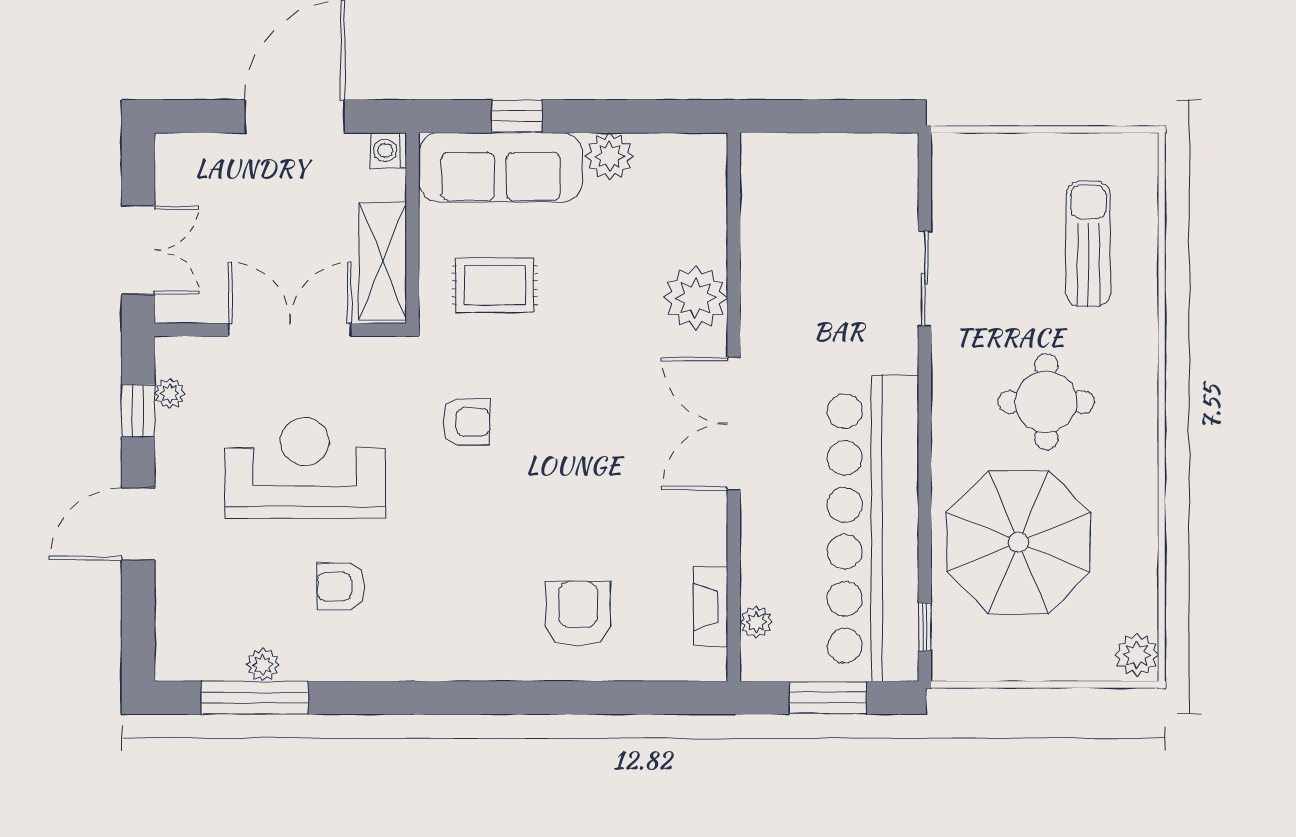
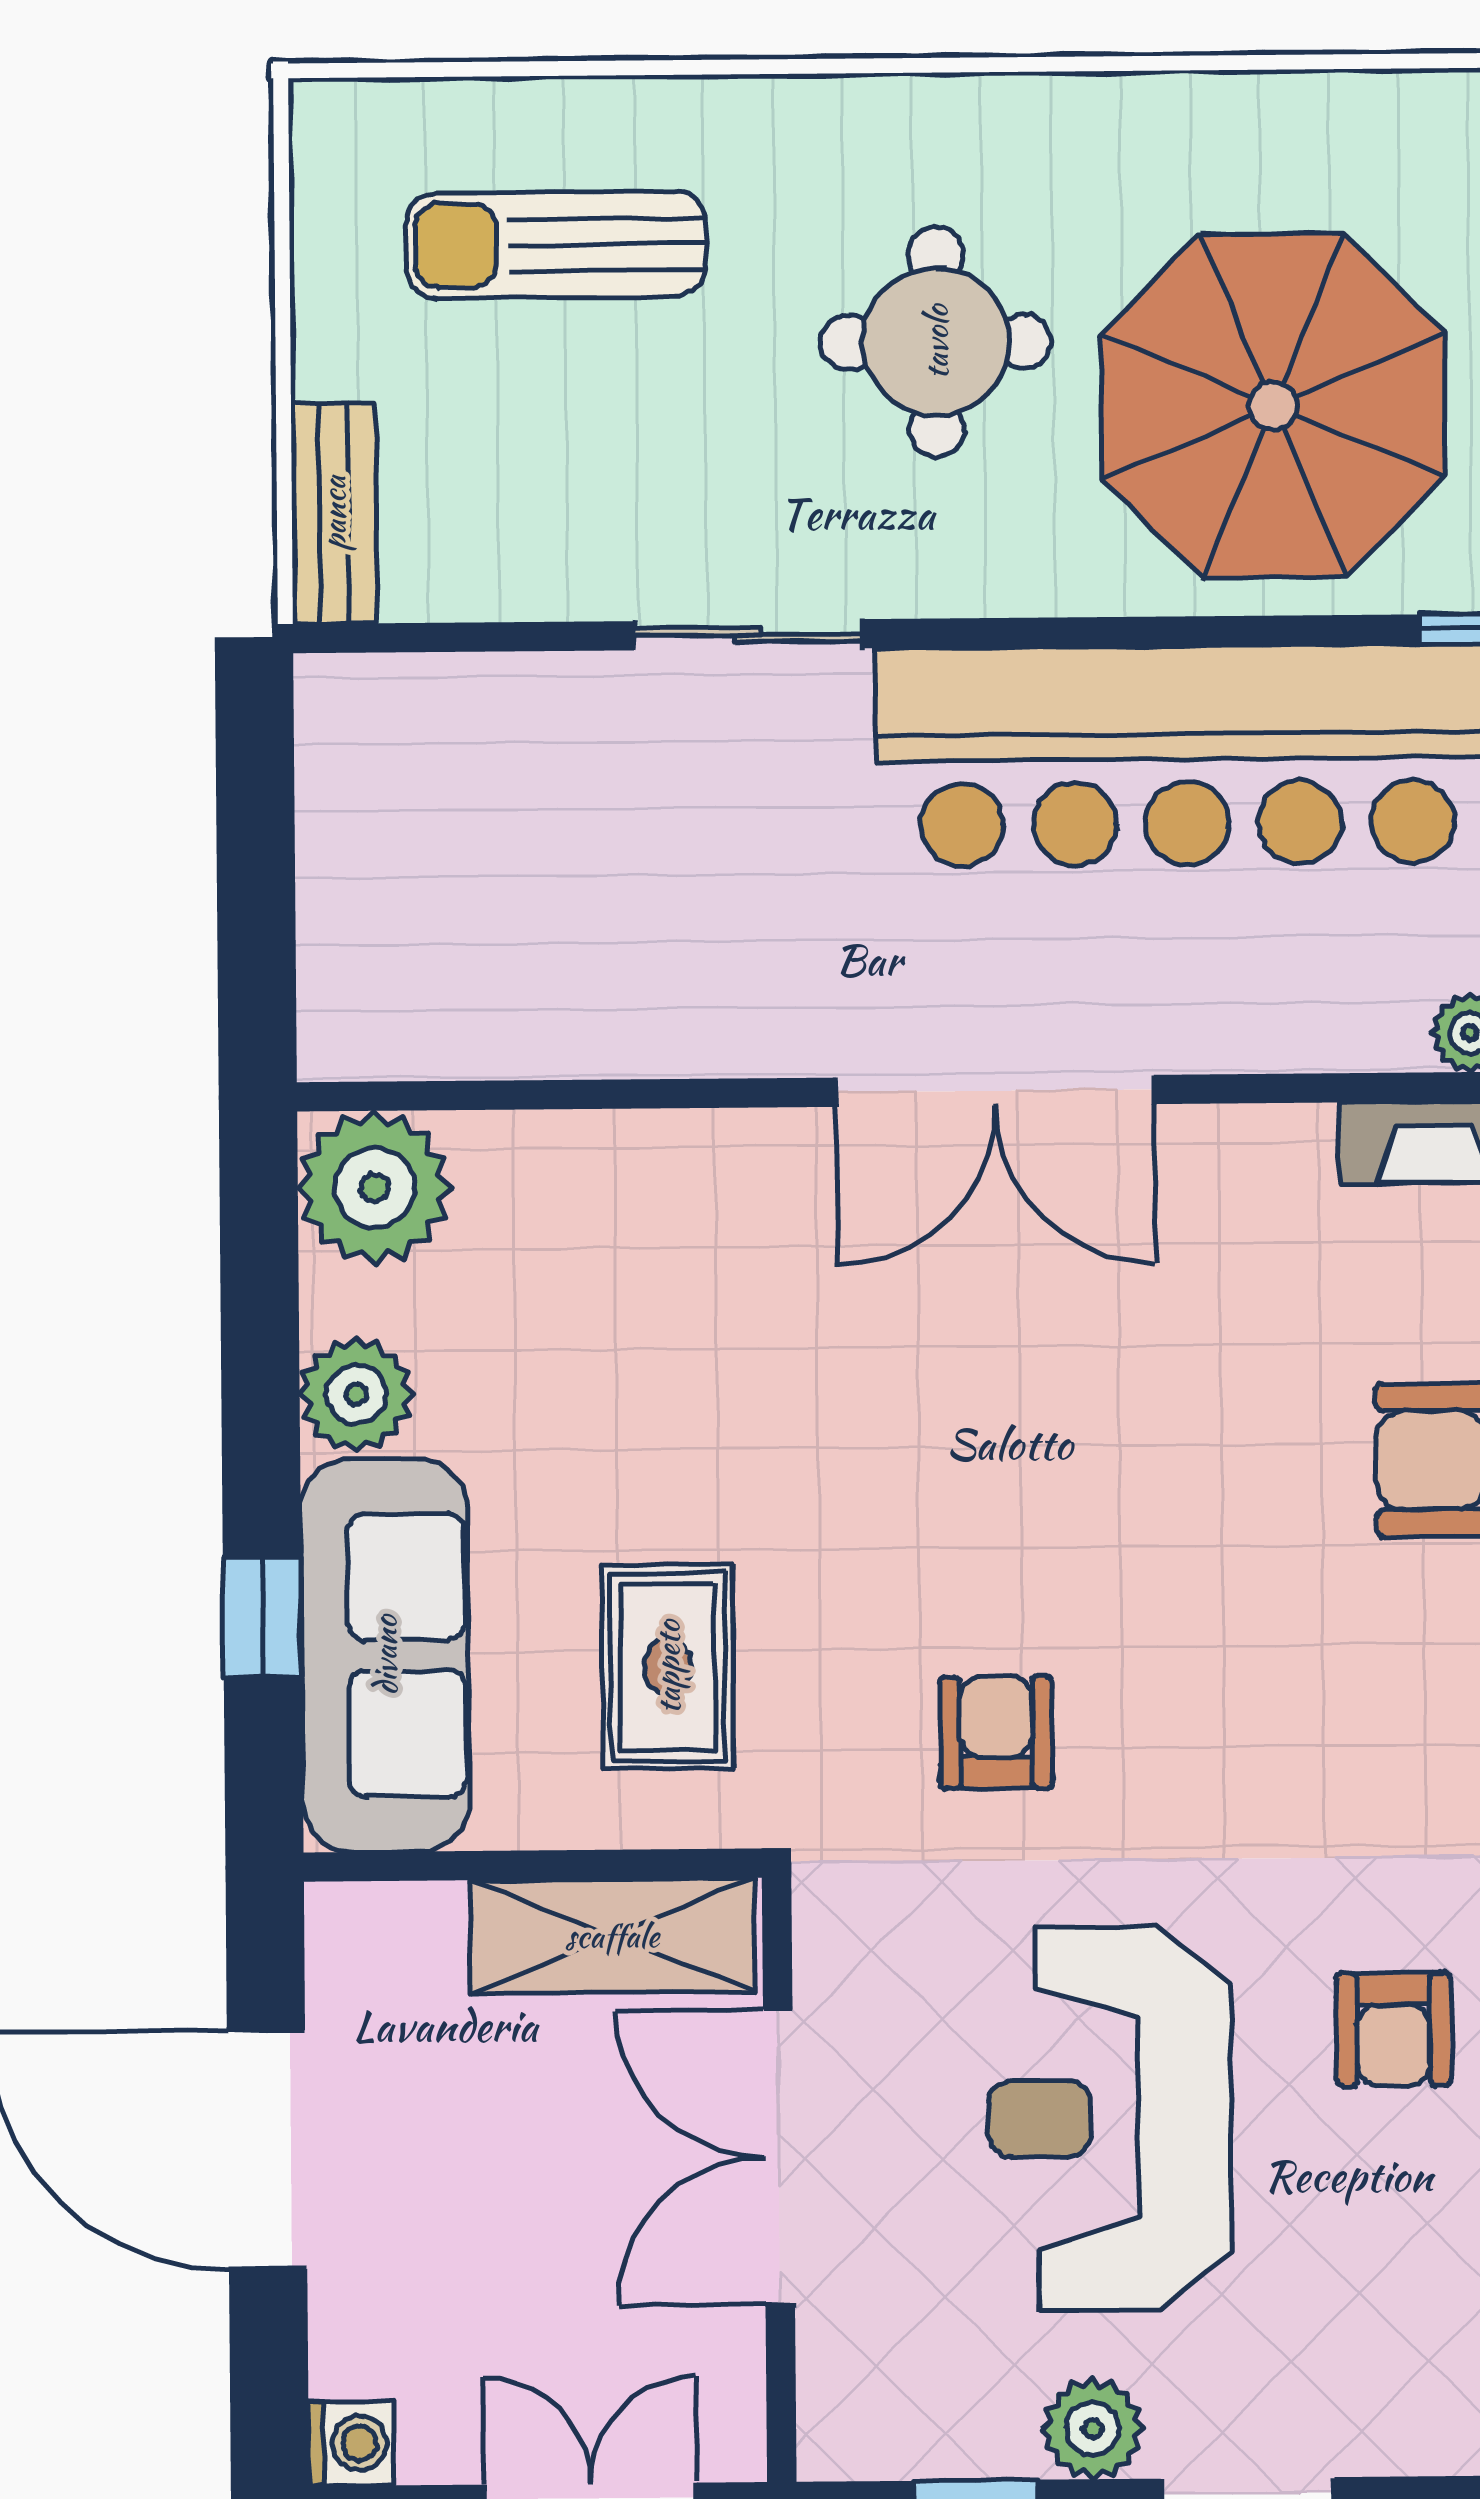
washing machine: (389, 150) -> (351, 2443), moved, turned -90
bench: (977, 150) -> (334, 513), added
sliding door: (925, 278) -> (748, 635), moved
plant: (696, 298) -> (375, 1188), moved
plant: (170, 393) -> (1092, 2429), moved, width x1.38, depth x1.38

